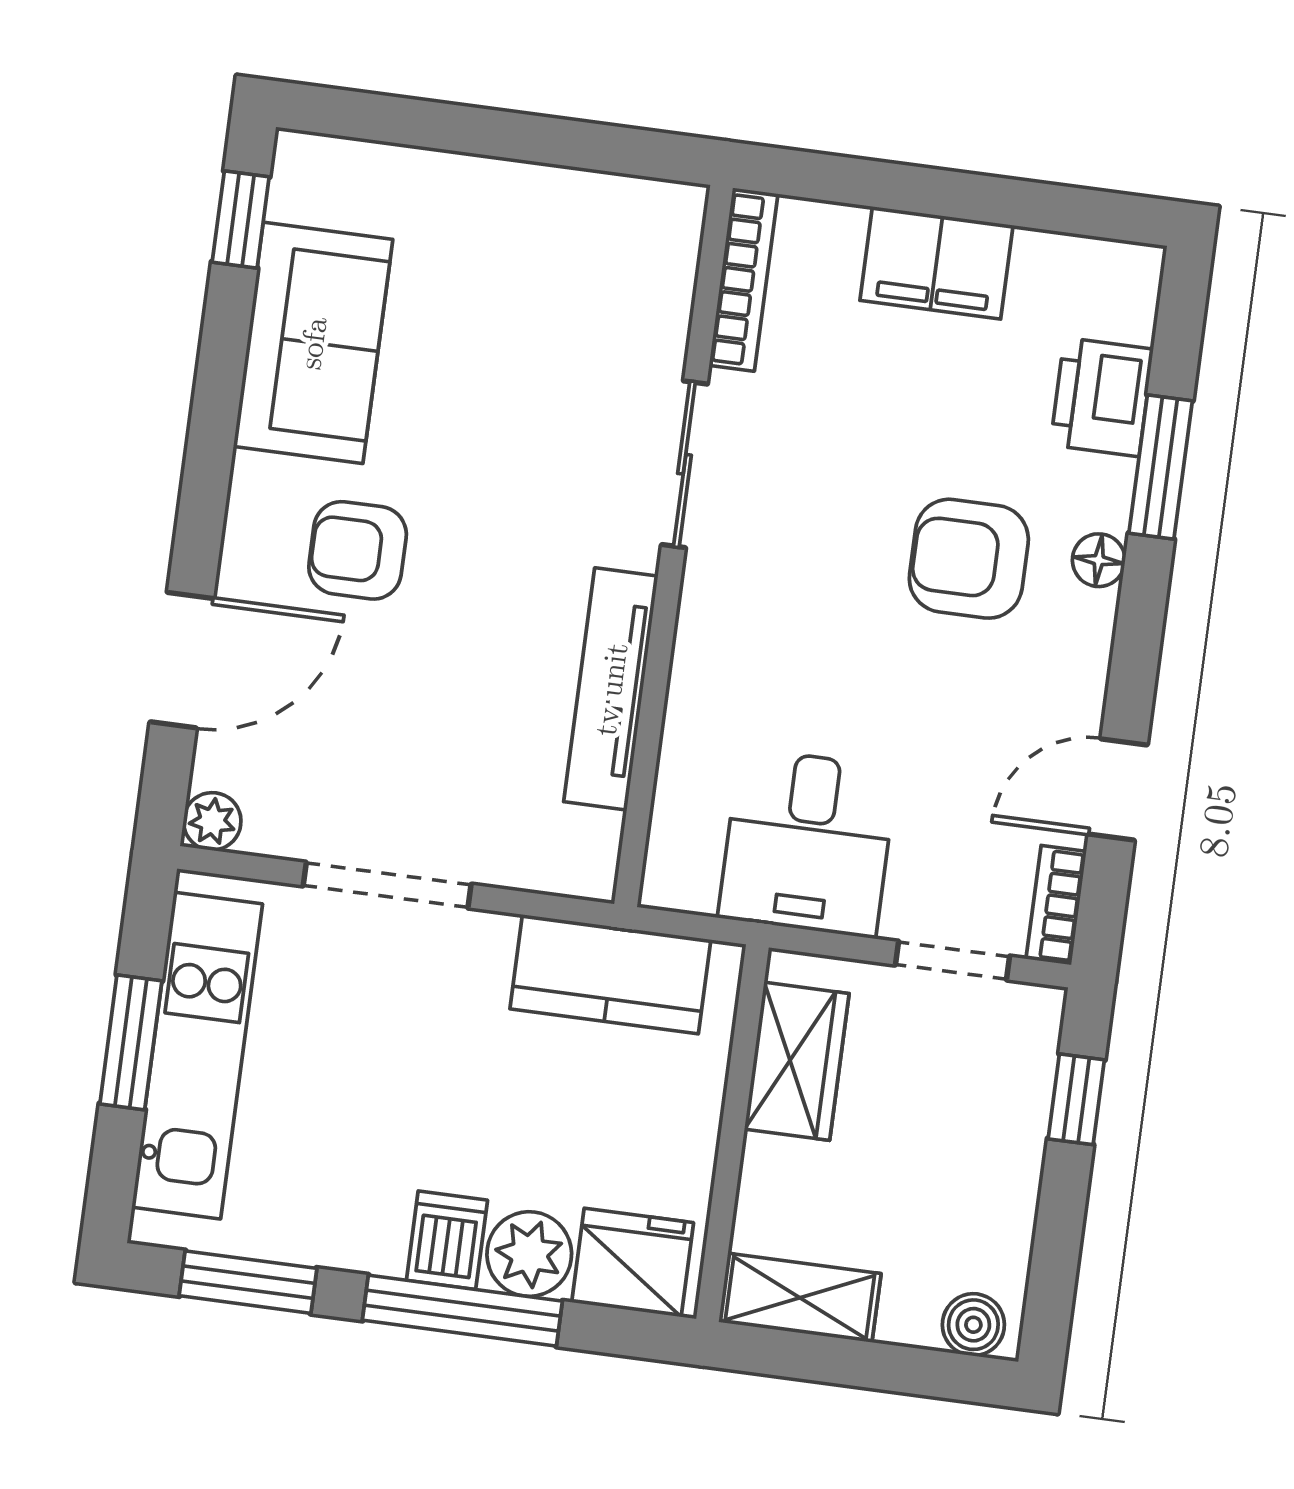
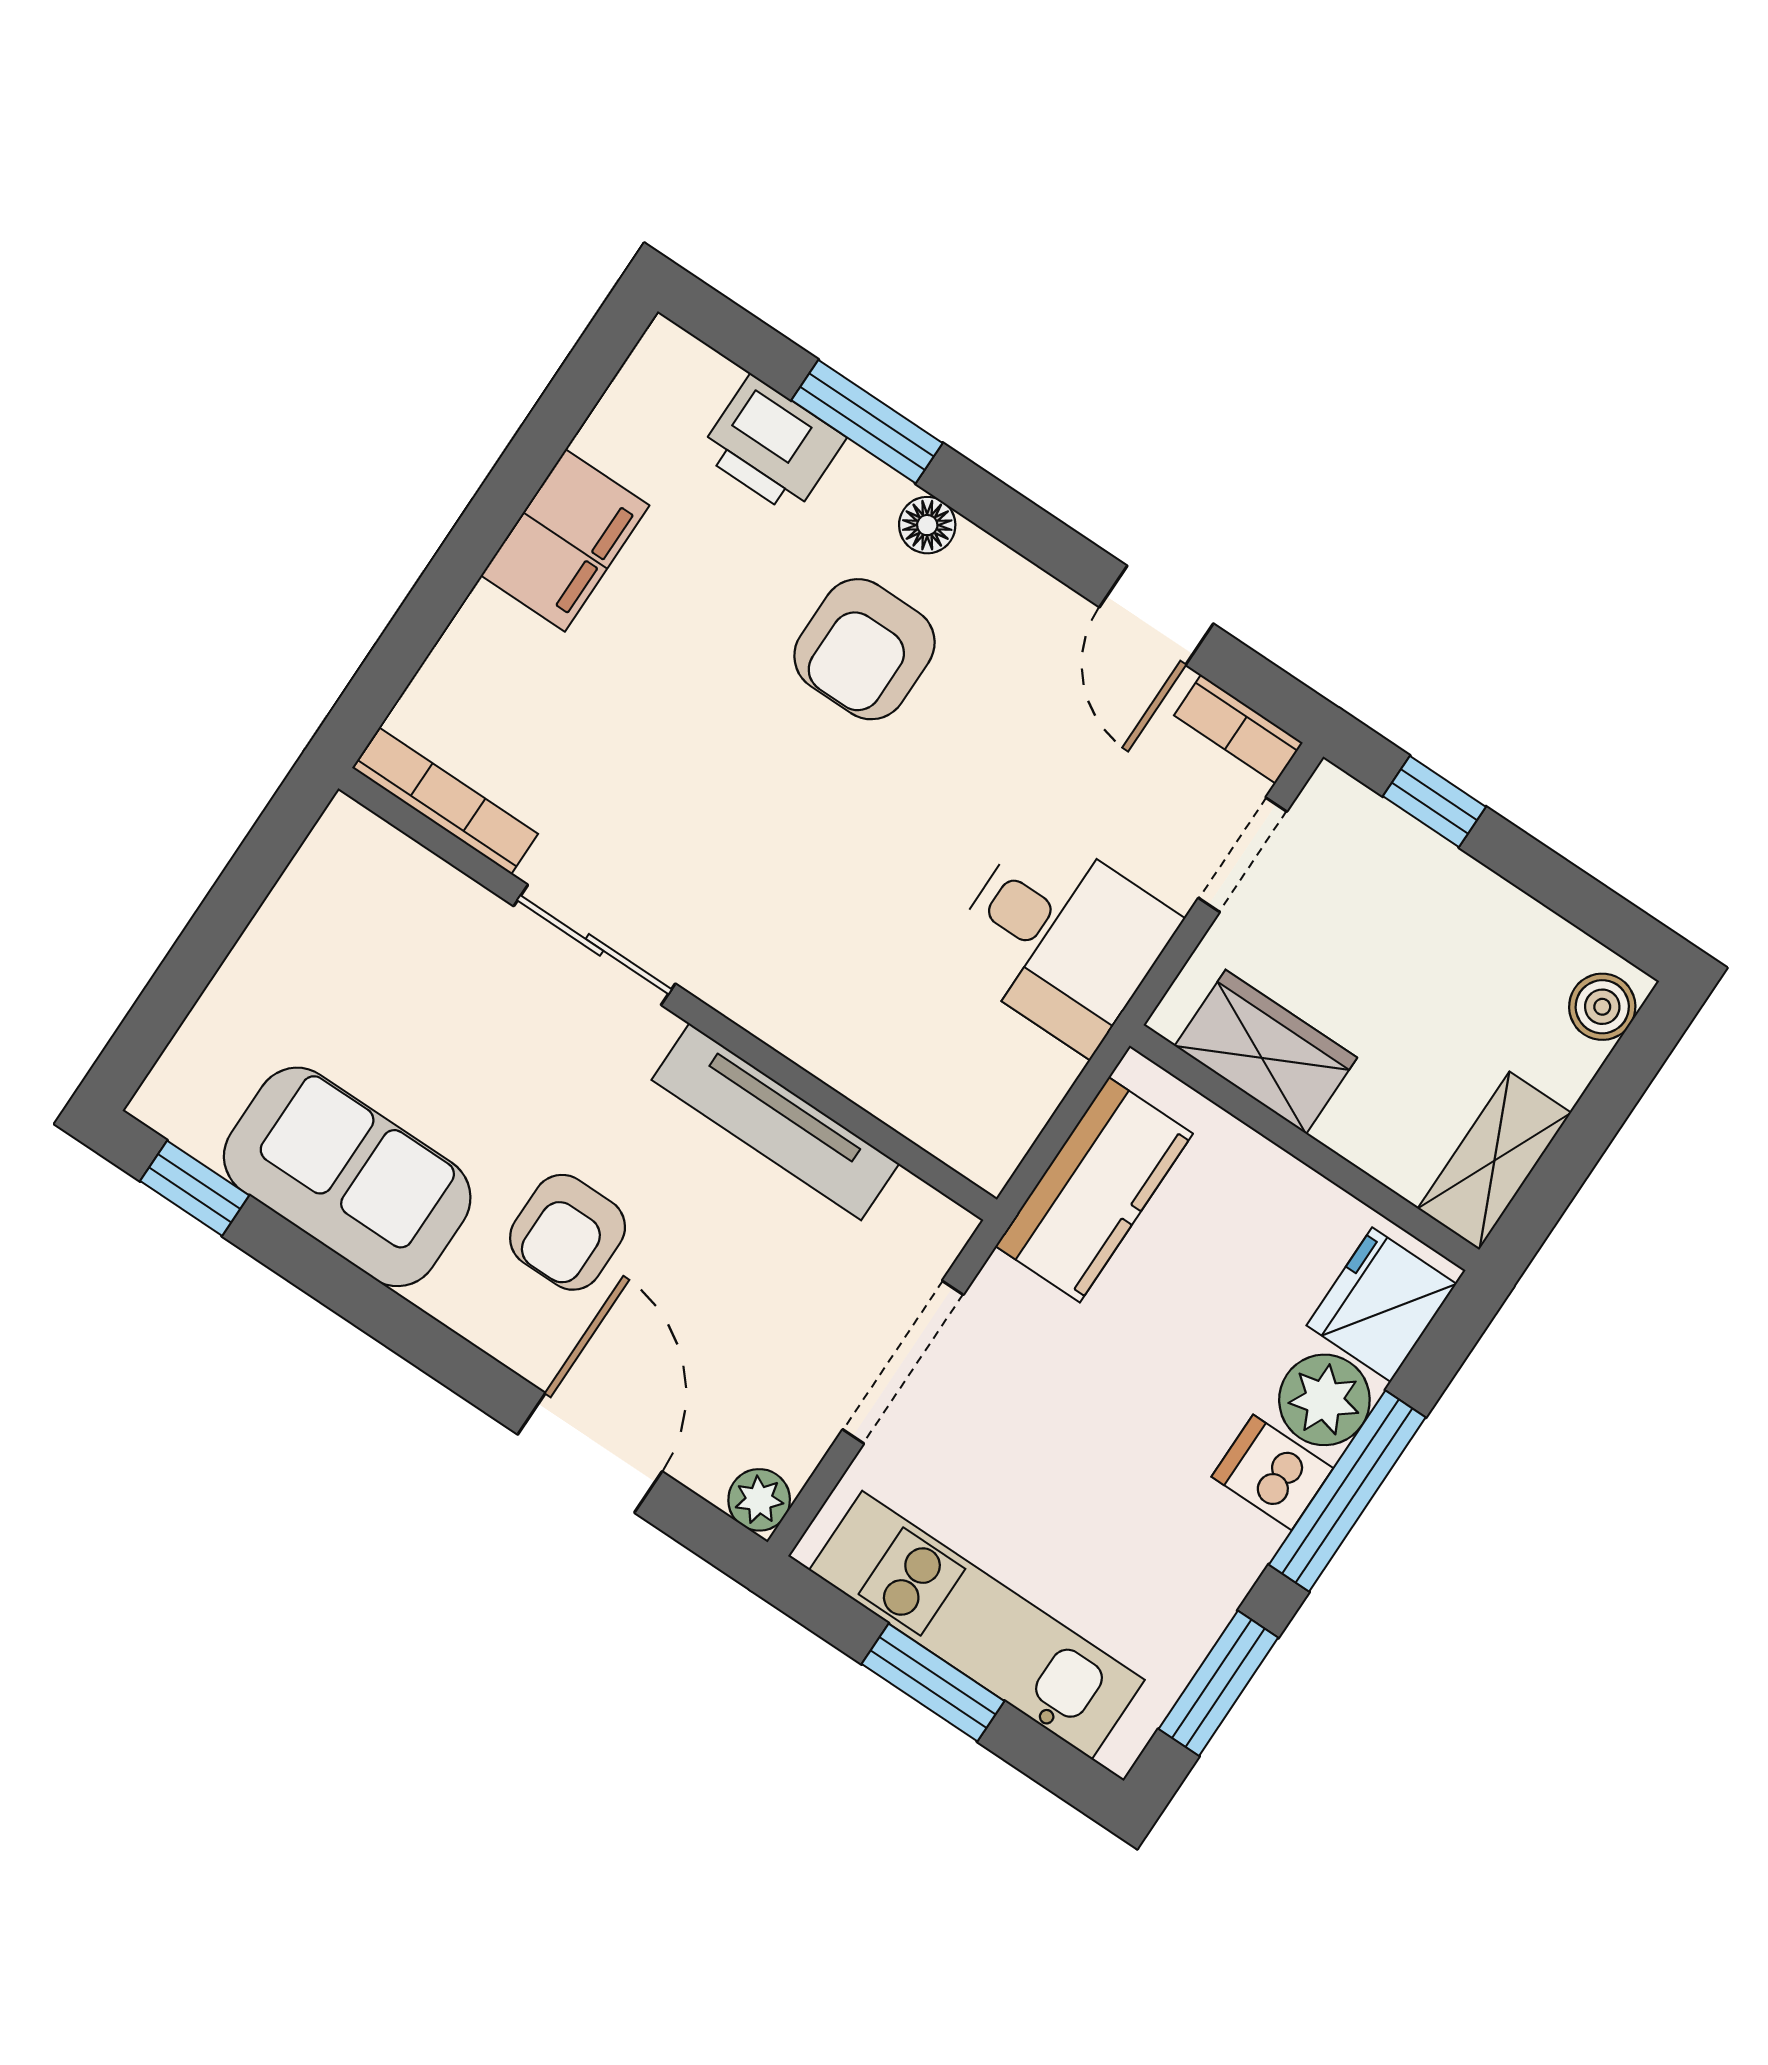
bookcase: (743, 280) -> (445, 801), moved
sliding door: (684, 464) -> (594, 945), moved
wall: (674, 546) -> (668, 994), moved
tv unit: (611, 689) -> (775, 1122), moved

